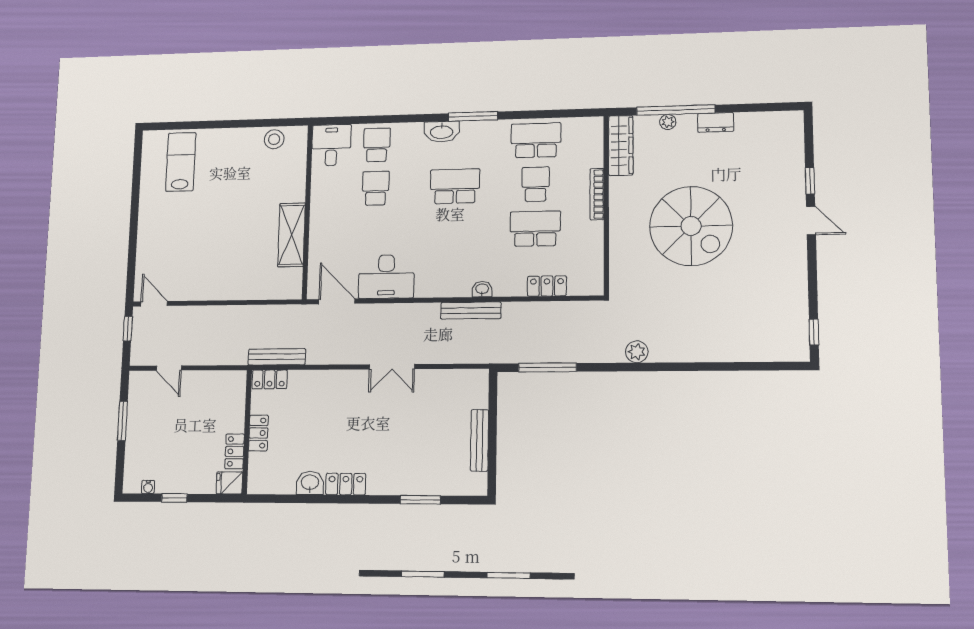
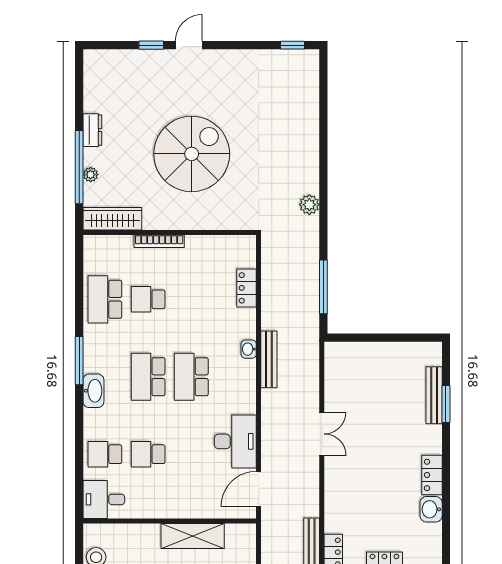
school desk: (535, 229) -> (191, 377), moved
bench: (479, 440) -> (434, 395), moved, turned 90

